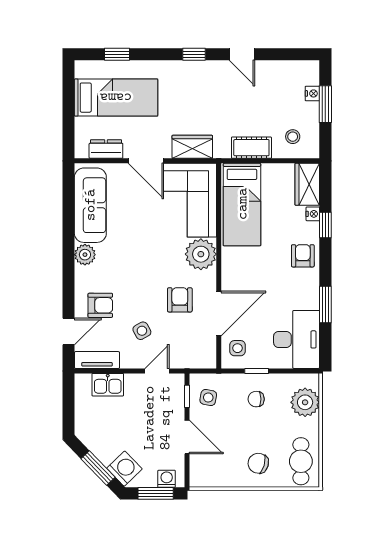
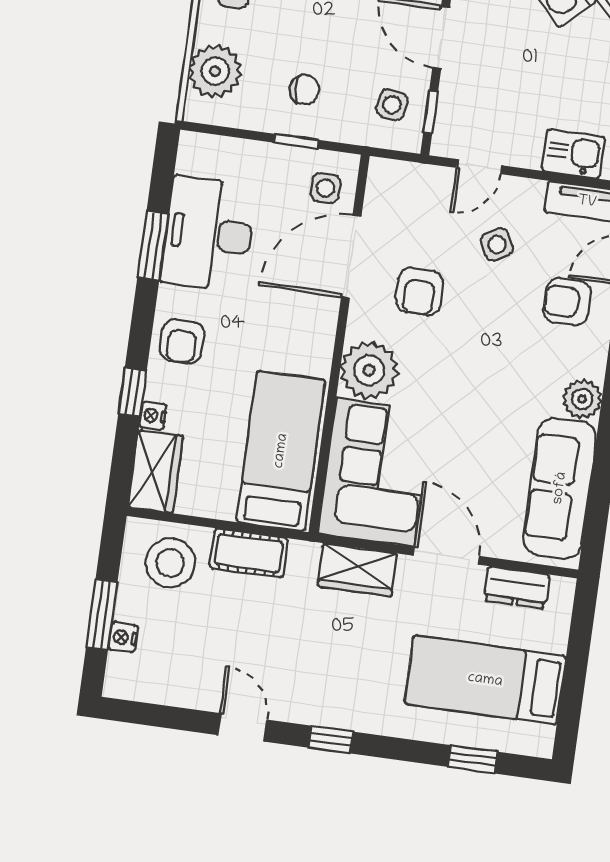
stool: (293, 137) -> (170, 563), width x1.89, depth x1.89
desk: (297, 339) -> (209, 234), moved

